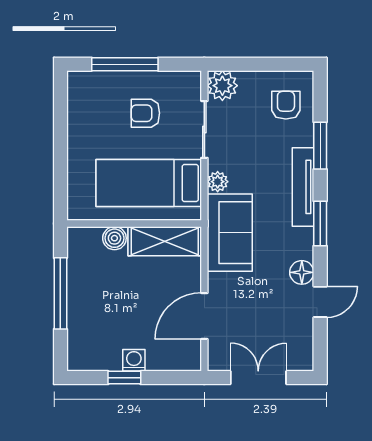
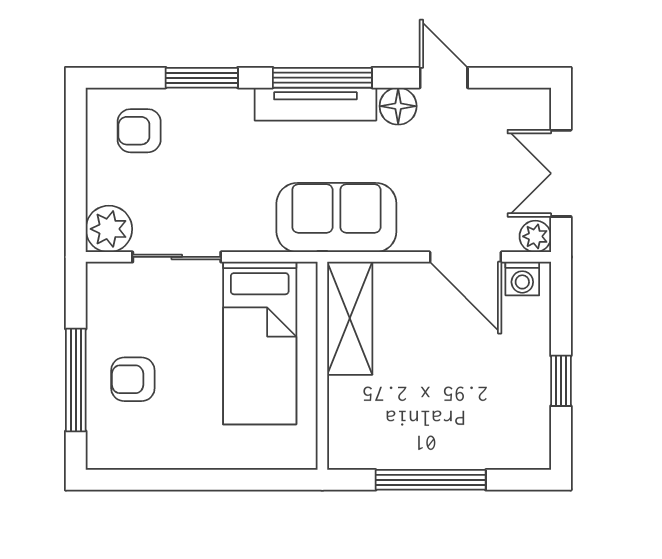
armchair: (145, 113) -> (133, 379), moved, turned 90
plant: (218, 182) -> (535, 236), moved
tv unit: (303, 187) -> (315, 104), moved
window: (320, 224) -> (322, 78), width x1.44
boiler: (114, 238) -> (345, 396), removed
washing machine: (134, 360) -> (522, 279), moved, turned -90

